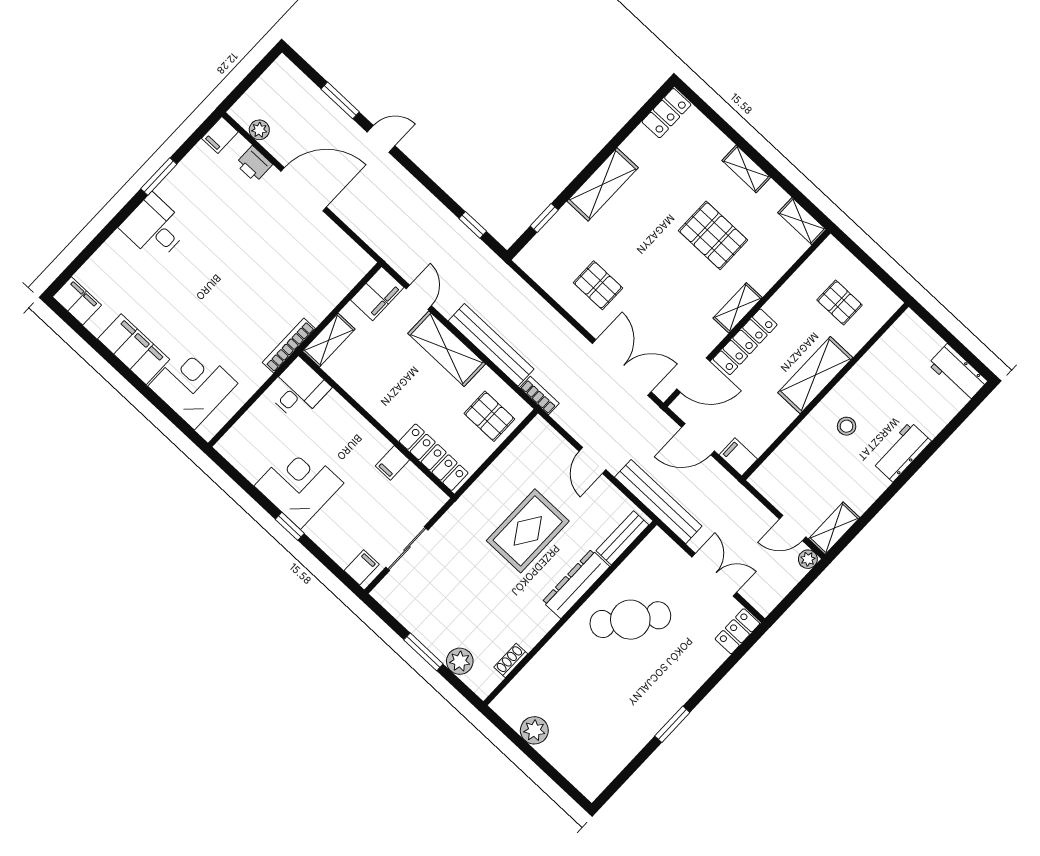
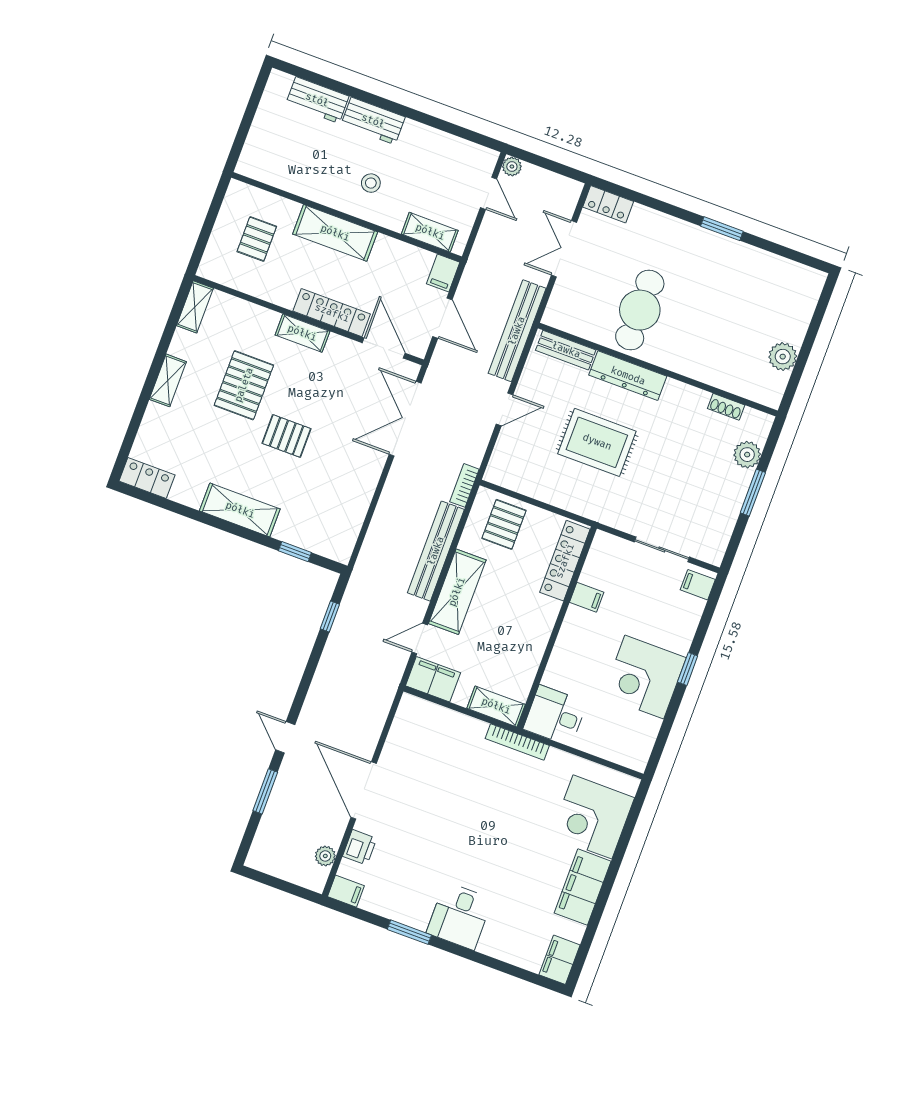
pallet: (598, 285) -> (287, 436), moved, turned 90
workbench: (958, 373) -> (317, 100), moved, turned 90
shelving: (834, 528) -> (430, 232), moved
cafe table: (630, 620) -> (640, 310), turned 52

